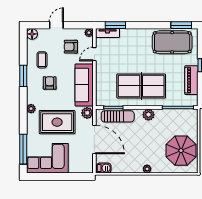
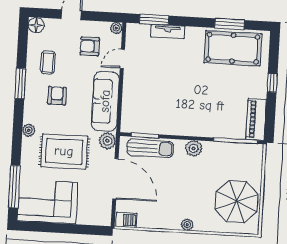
window: (181, 25) -> (230, 24), moved
tv unit: (108, 33) -> (168, 31), moved
piano: (191, 80) -> (256, 119), moved
table tennis table: (141, 86) -> (186, 107), removed

